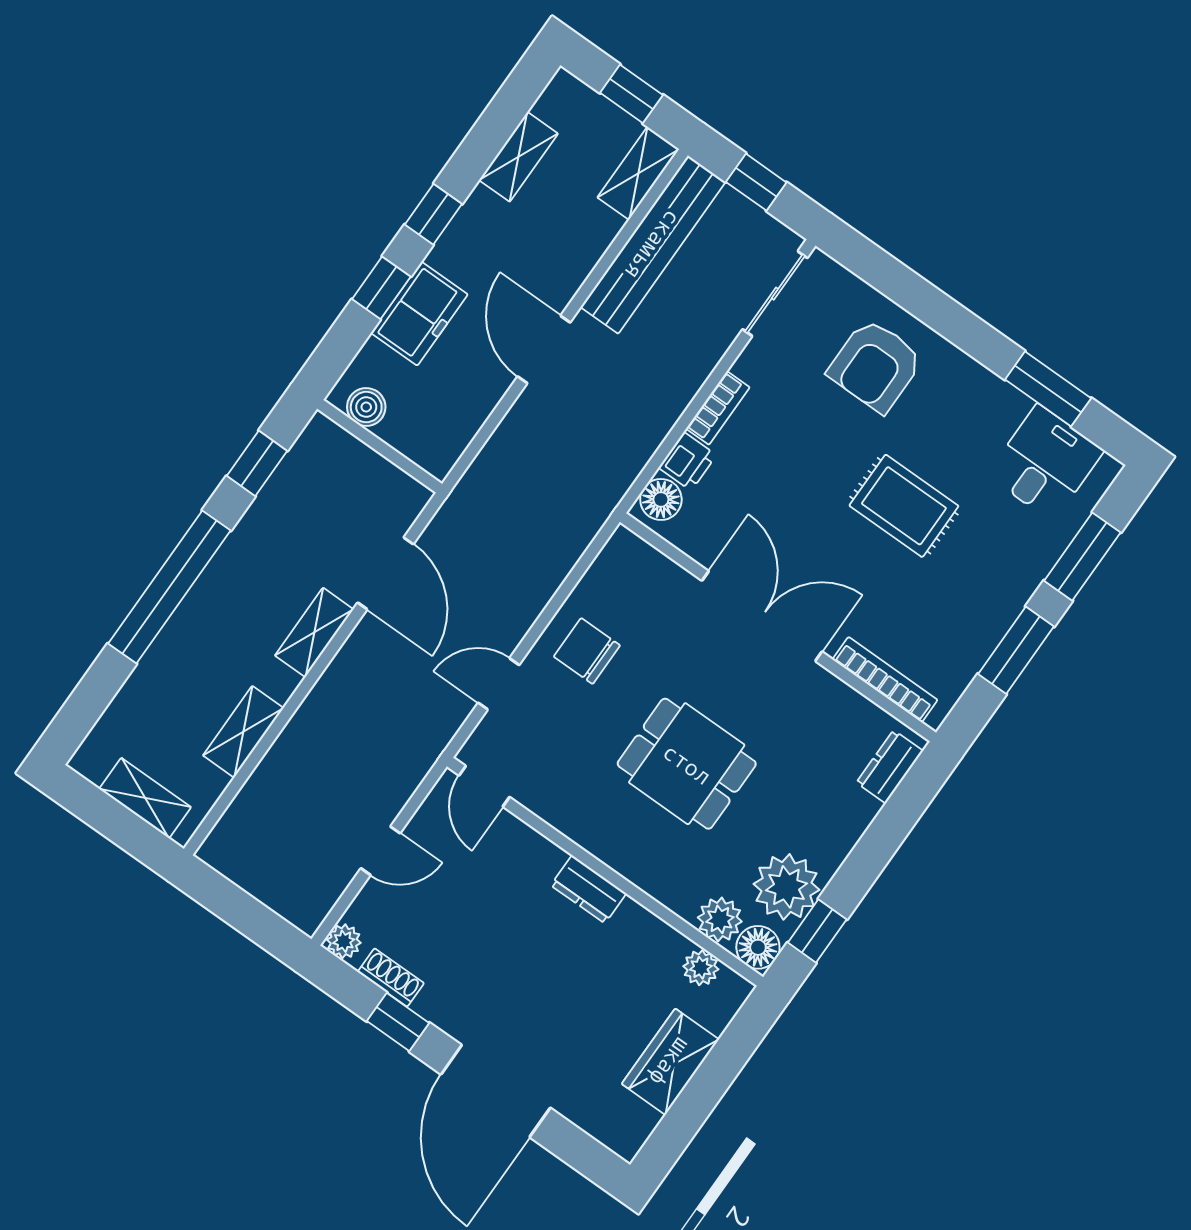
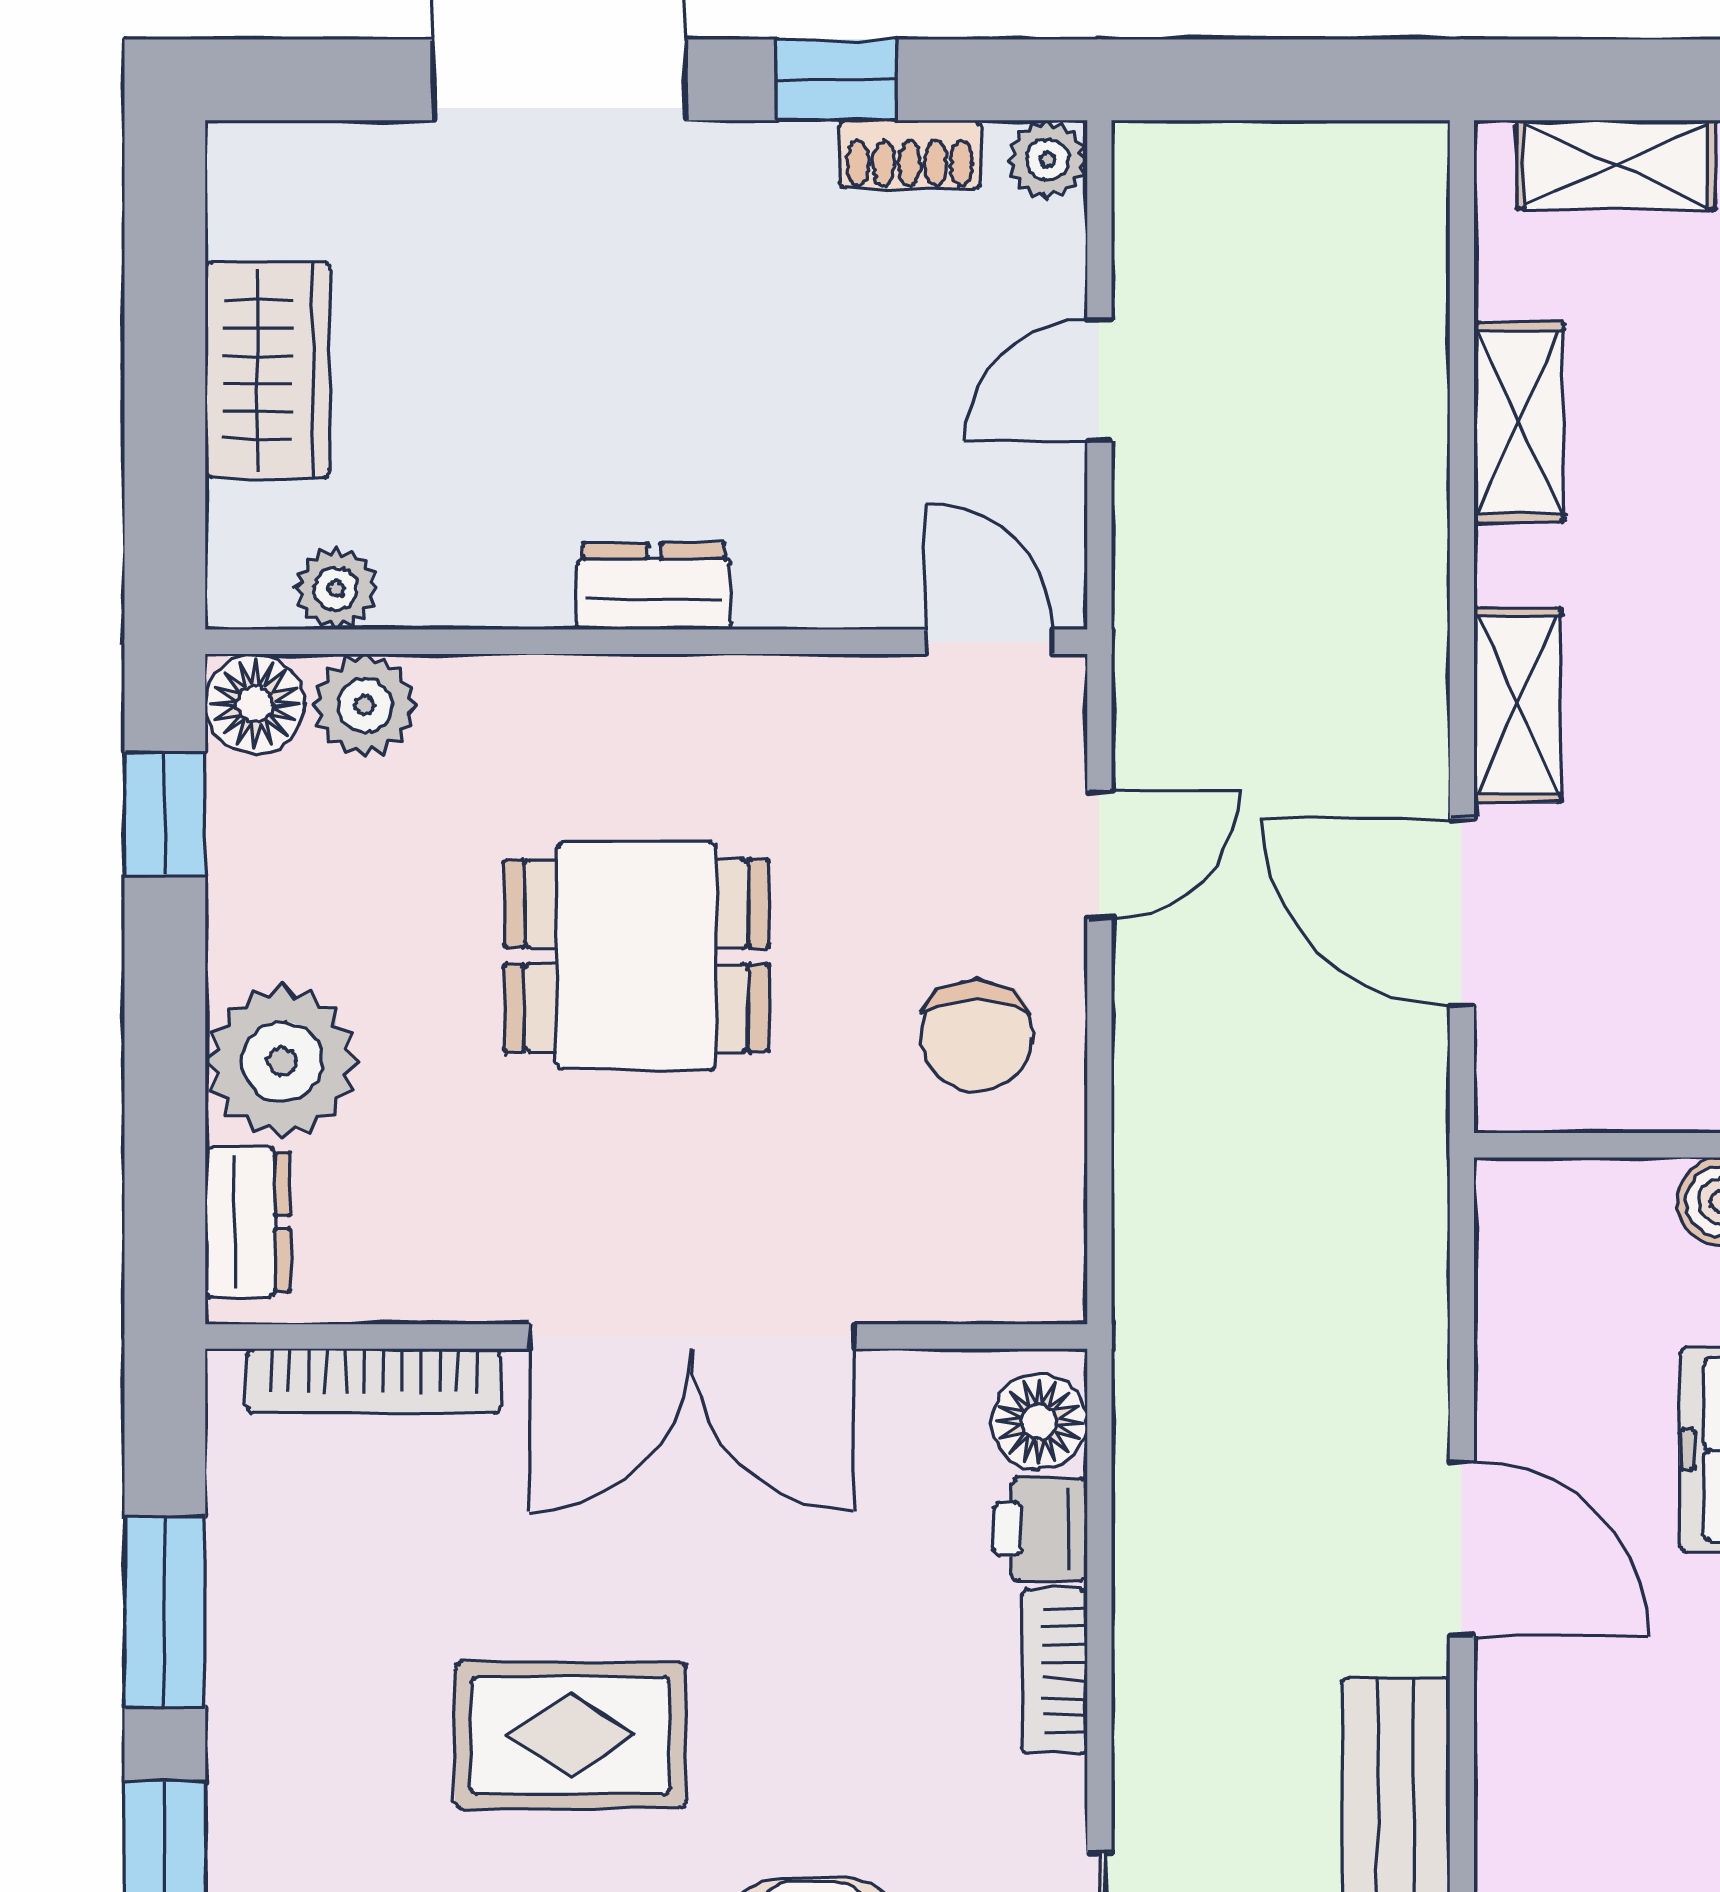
chair: (587, 651) -> (976, 1035), turned 90
plant: (786, 887) -> (282, 1062), moved

